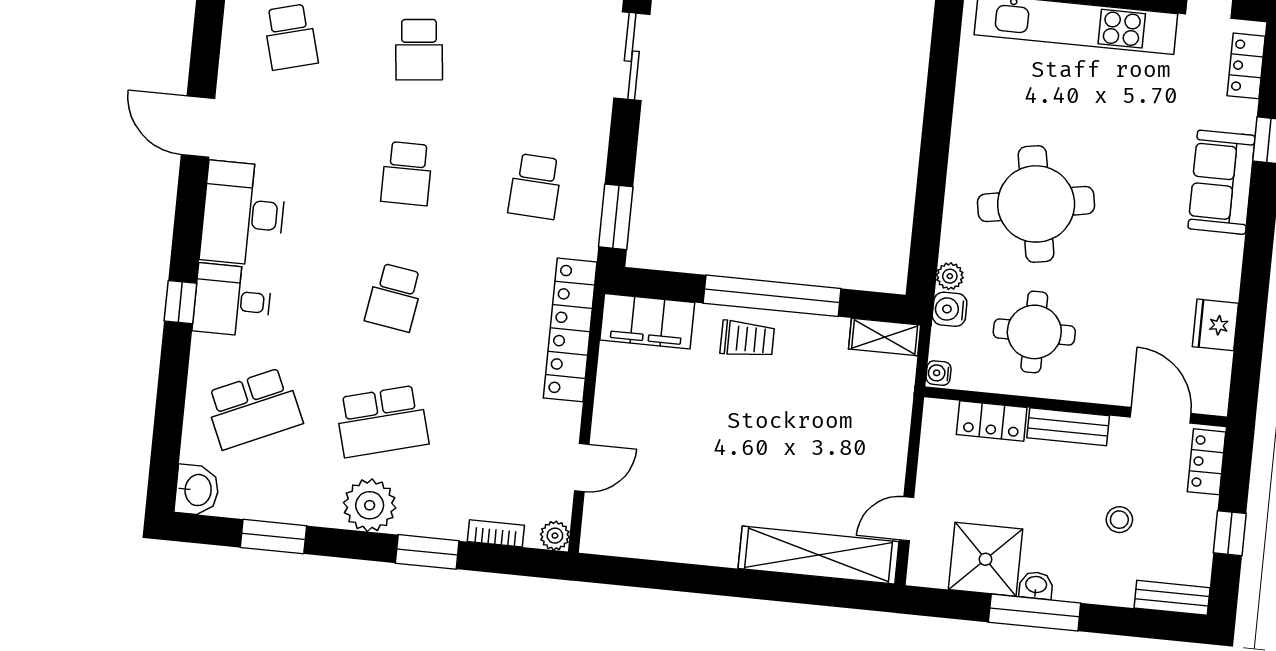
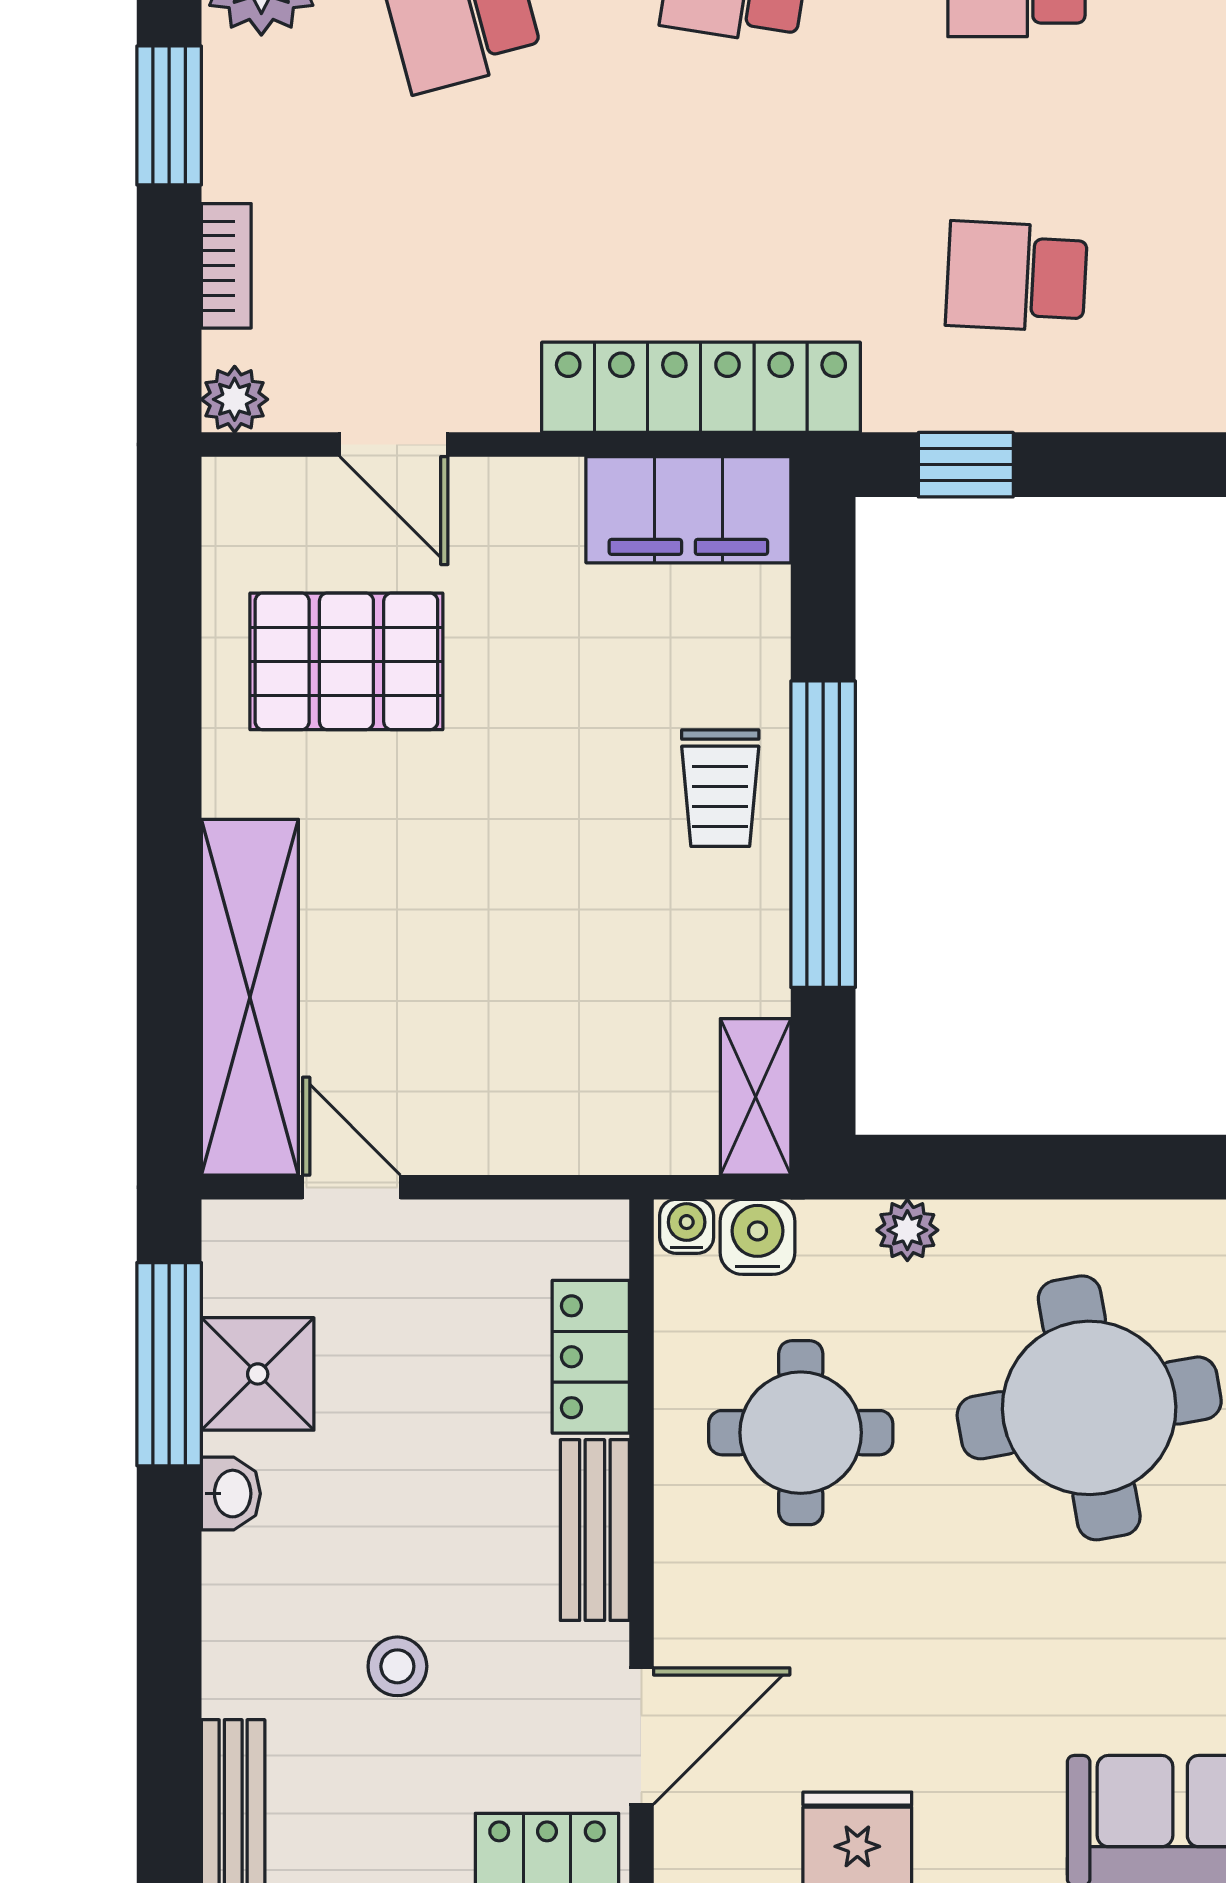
window: (616, 217) -> (966, 465), width x0.67
water cooler: (950, 309) -> (757, 1237), moved
filing cabinet: (647, 321) -> (688, 510), moved, turned -90
pallet: (675, 498) -> (346, 661), added
shower: (986, 559) -> (258, 1374), width x0.73, depth x0.73
window: (1035, 613) -> (169, 1364), moved

